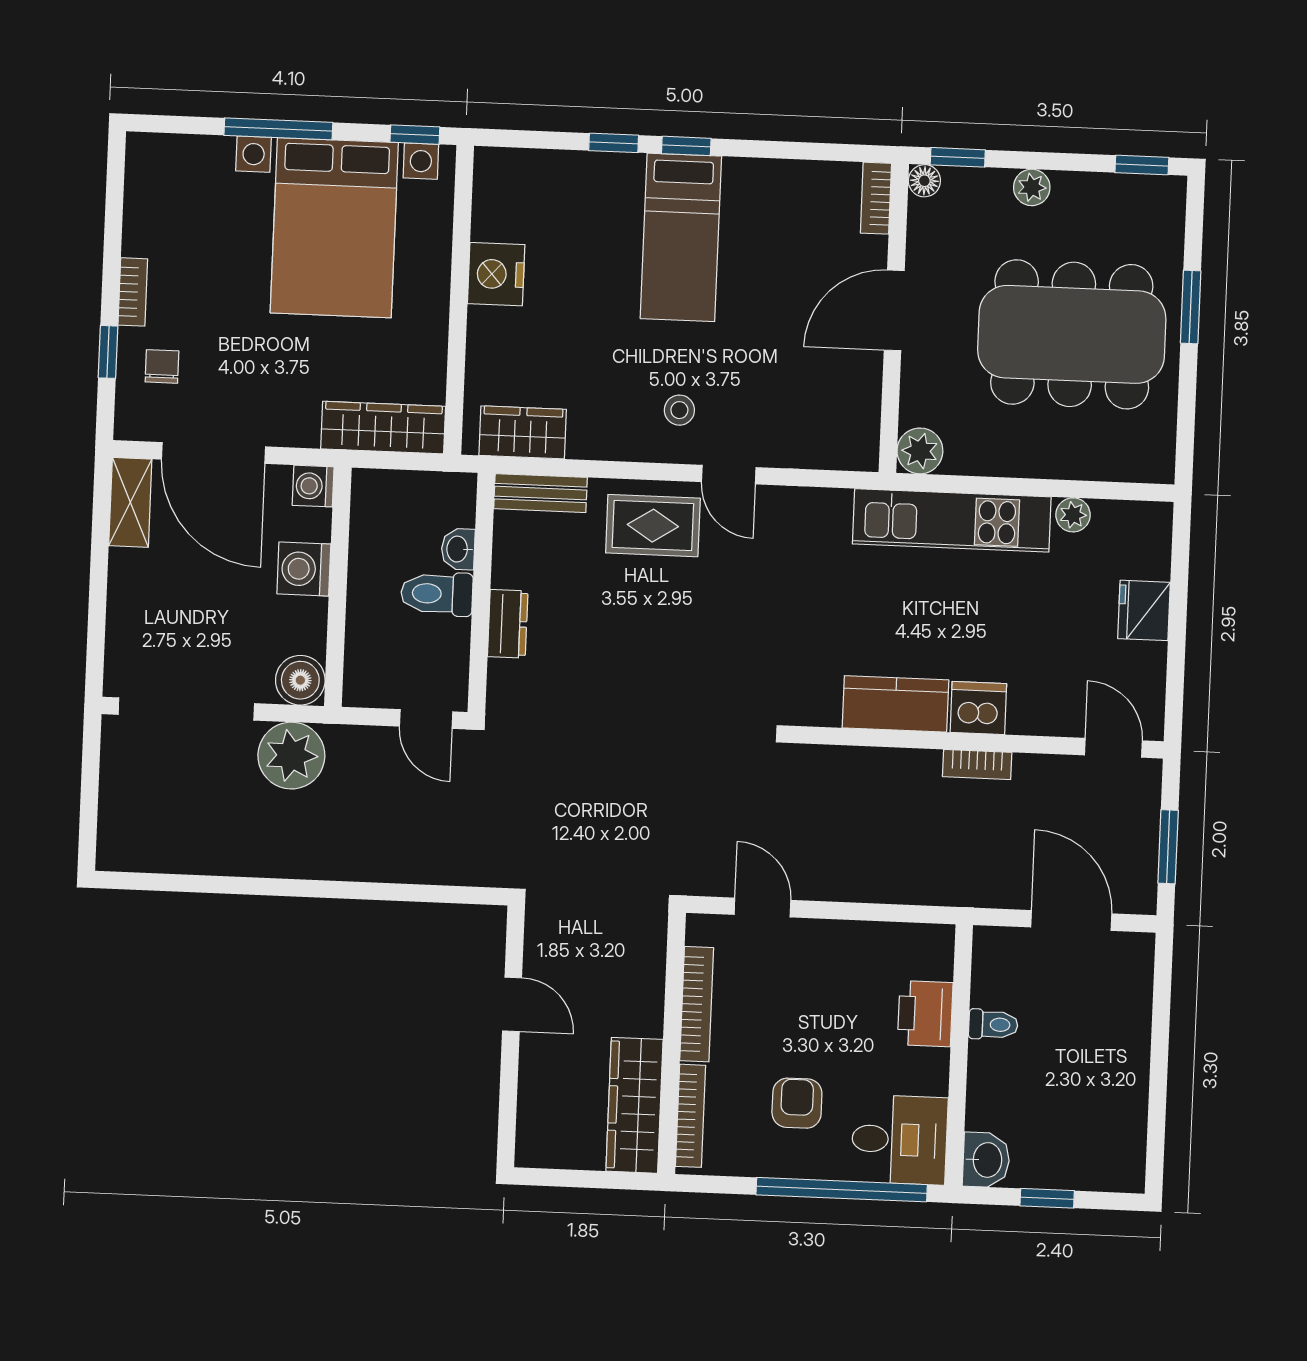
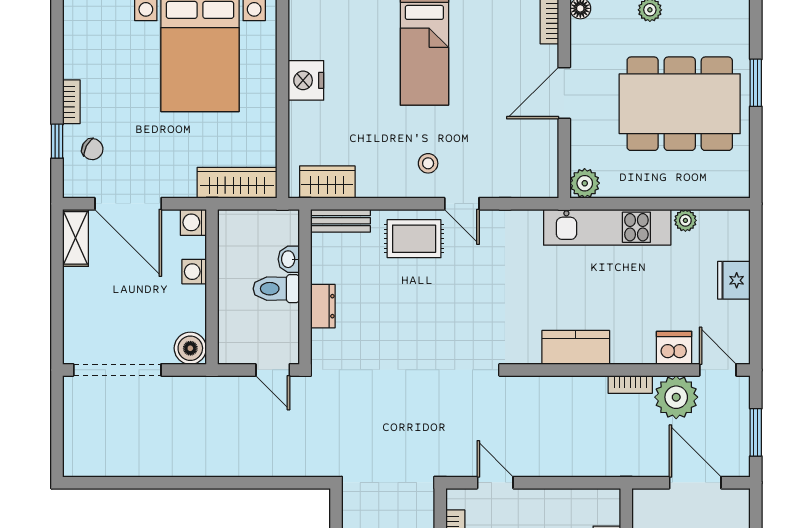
chair: (162, 366) -> (92, 149), turned 118
washing machine: (304, 569) -> (194, 272), width x0.73, depth x0.73
dishwasher: (978, 708) -> (674, 348), moved
plant: (291, 756) -> (676, 397), moved

